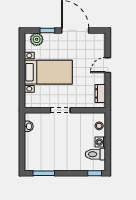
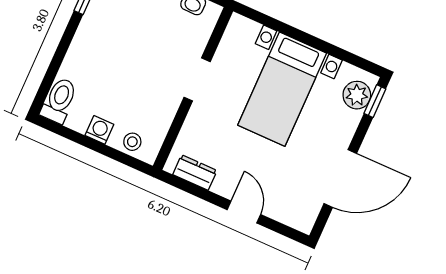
window: (47, 30) -> (375, 101), moved
toilet: (95, 154) -> (59, 100), moved
window: (95, 173) -> (43, 91), removed

